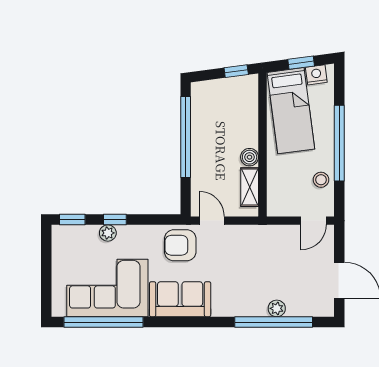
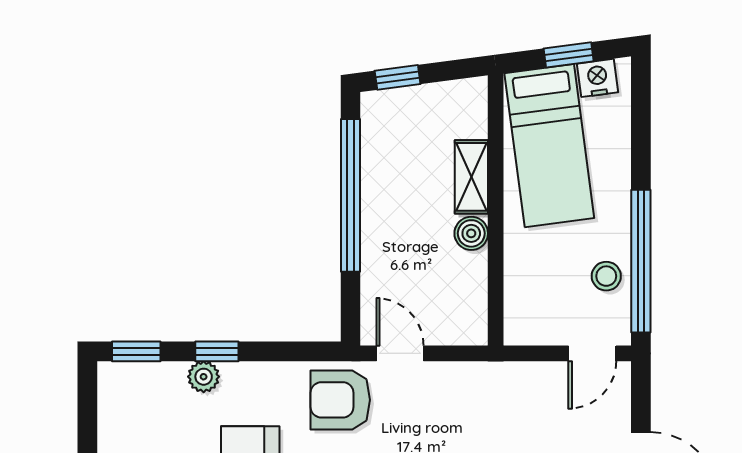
window: (236, 71) -> (398, 77), moved
window: (339, 143) -> (641, 261), moved
shelving: (250, 187) -> (471, 177), moved

